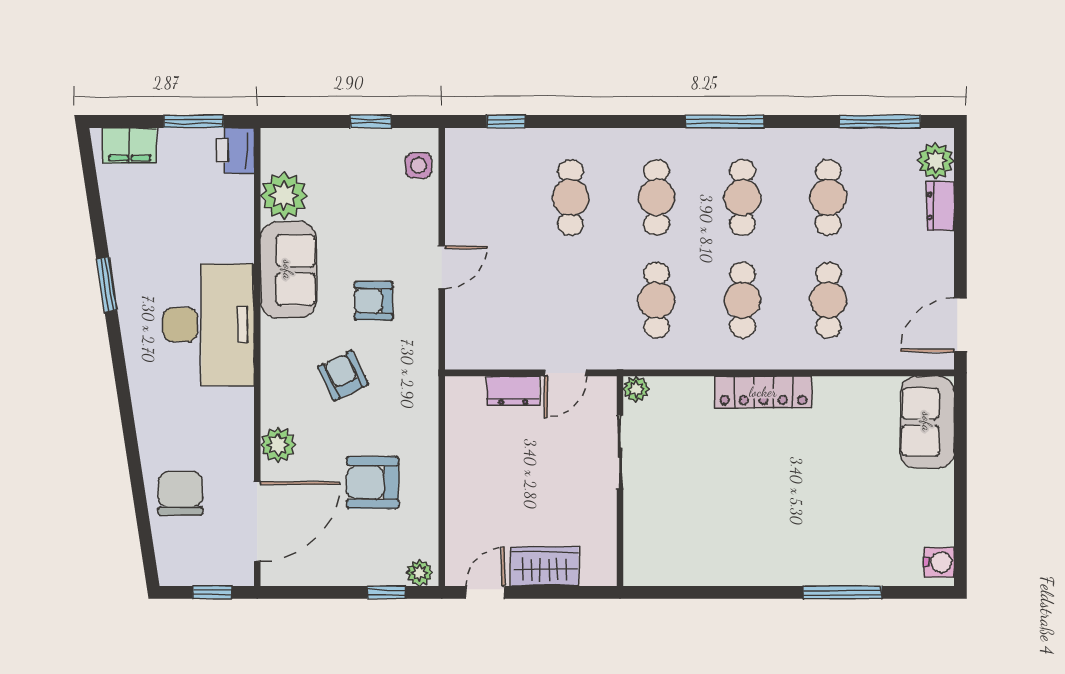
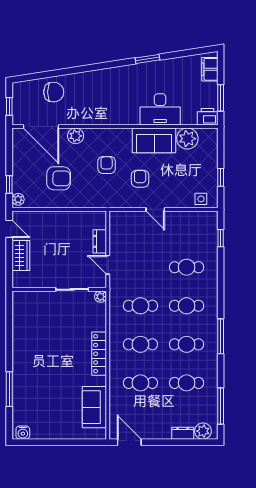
desk: (209, 325) -> (160, 109), moved, width x0.73, depth x0.77
armchair: (343, 376) -> (107, 165), turned -64
sofa: (927, 422) -> (94, 407), moved, turned -90
armchair: (373, 482) -> (59, 178), turned 91

